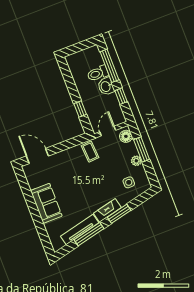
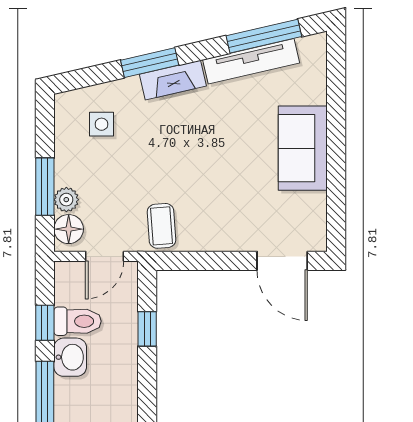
toilet: (98, 73) -> (77, 321), moved
plant: (136, 161) -> (66, 200), moved
window: (89, 234) -> (264, 36), moved

